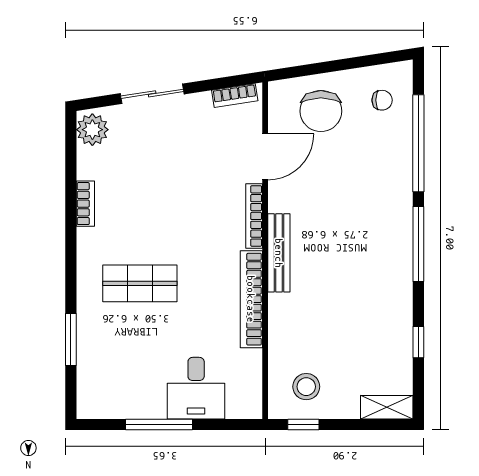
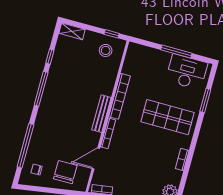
window: (418, 244) -> (41, 89), moved
shop shelf: (140, 283) -> (168, 117), width x1.43, depth x1.36
desk: (196, 388) -> (187, 72), moved, width x1.37

